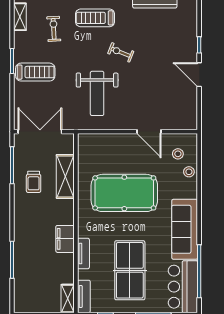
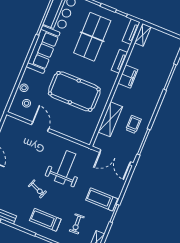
treadmill: (95, 18) -> (45, 220), turned 180

